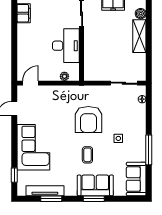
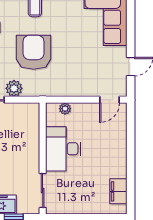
plant: (103, 92) -> (14, 88), added

